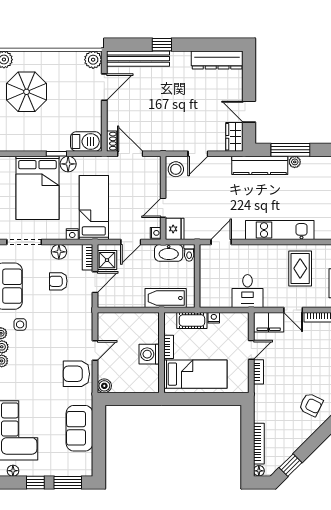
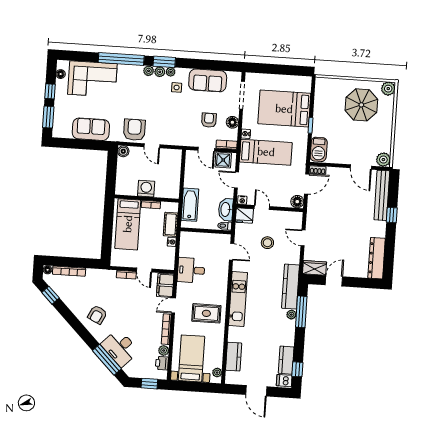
floor lamp: (68, 164) -> (297, 202), moved
stool: (176, 169) -> (267, 243), moved

